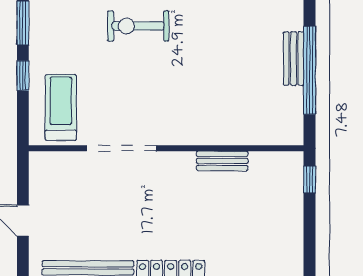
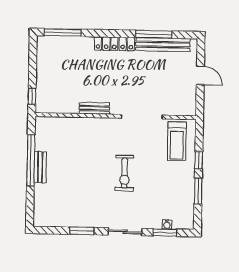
exercise bike: (138, 26) -> (125, 173), moved, turned 90
bench: (222, 161) -> (95, 108), moved

